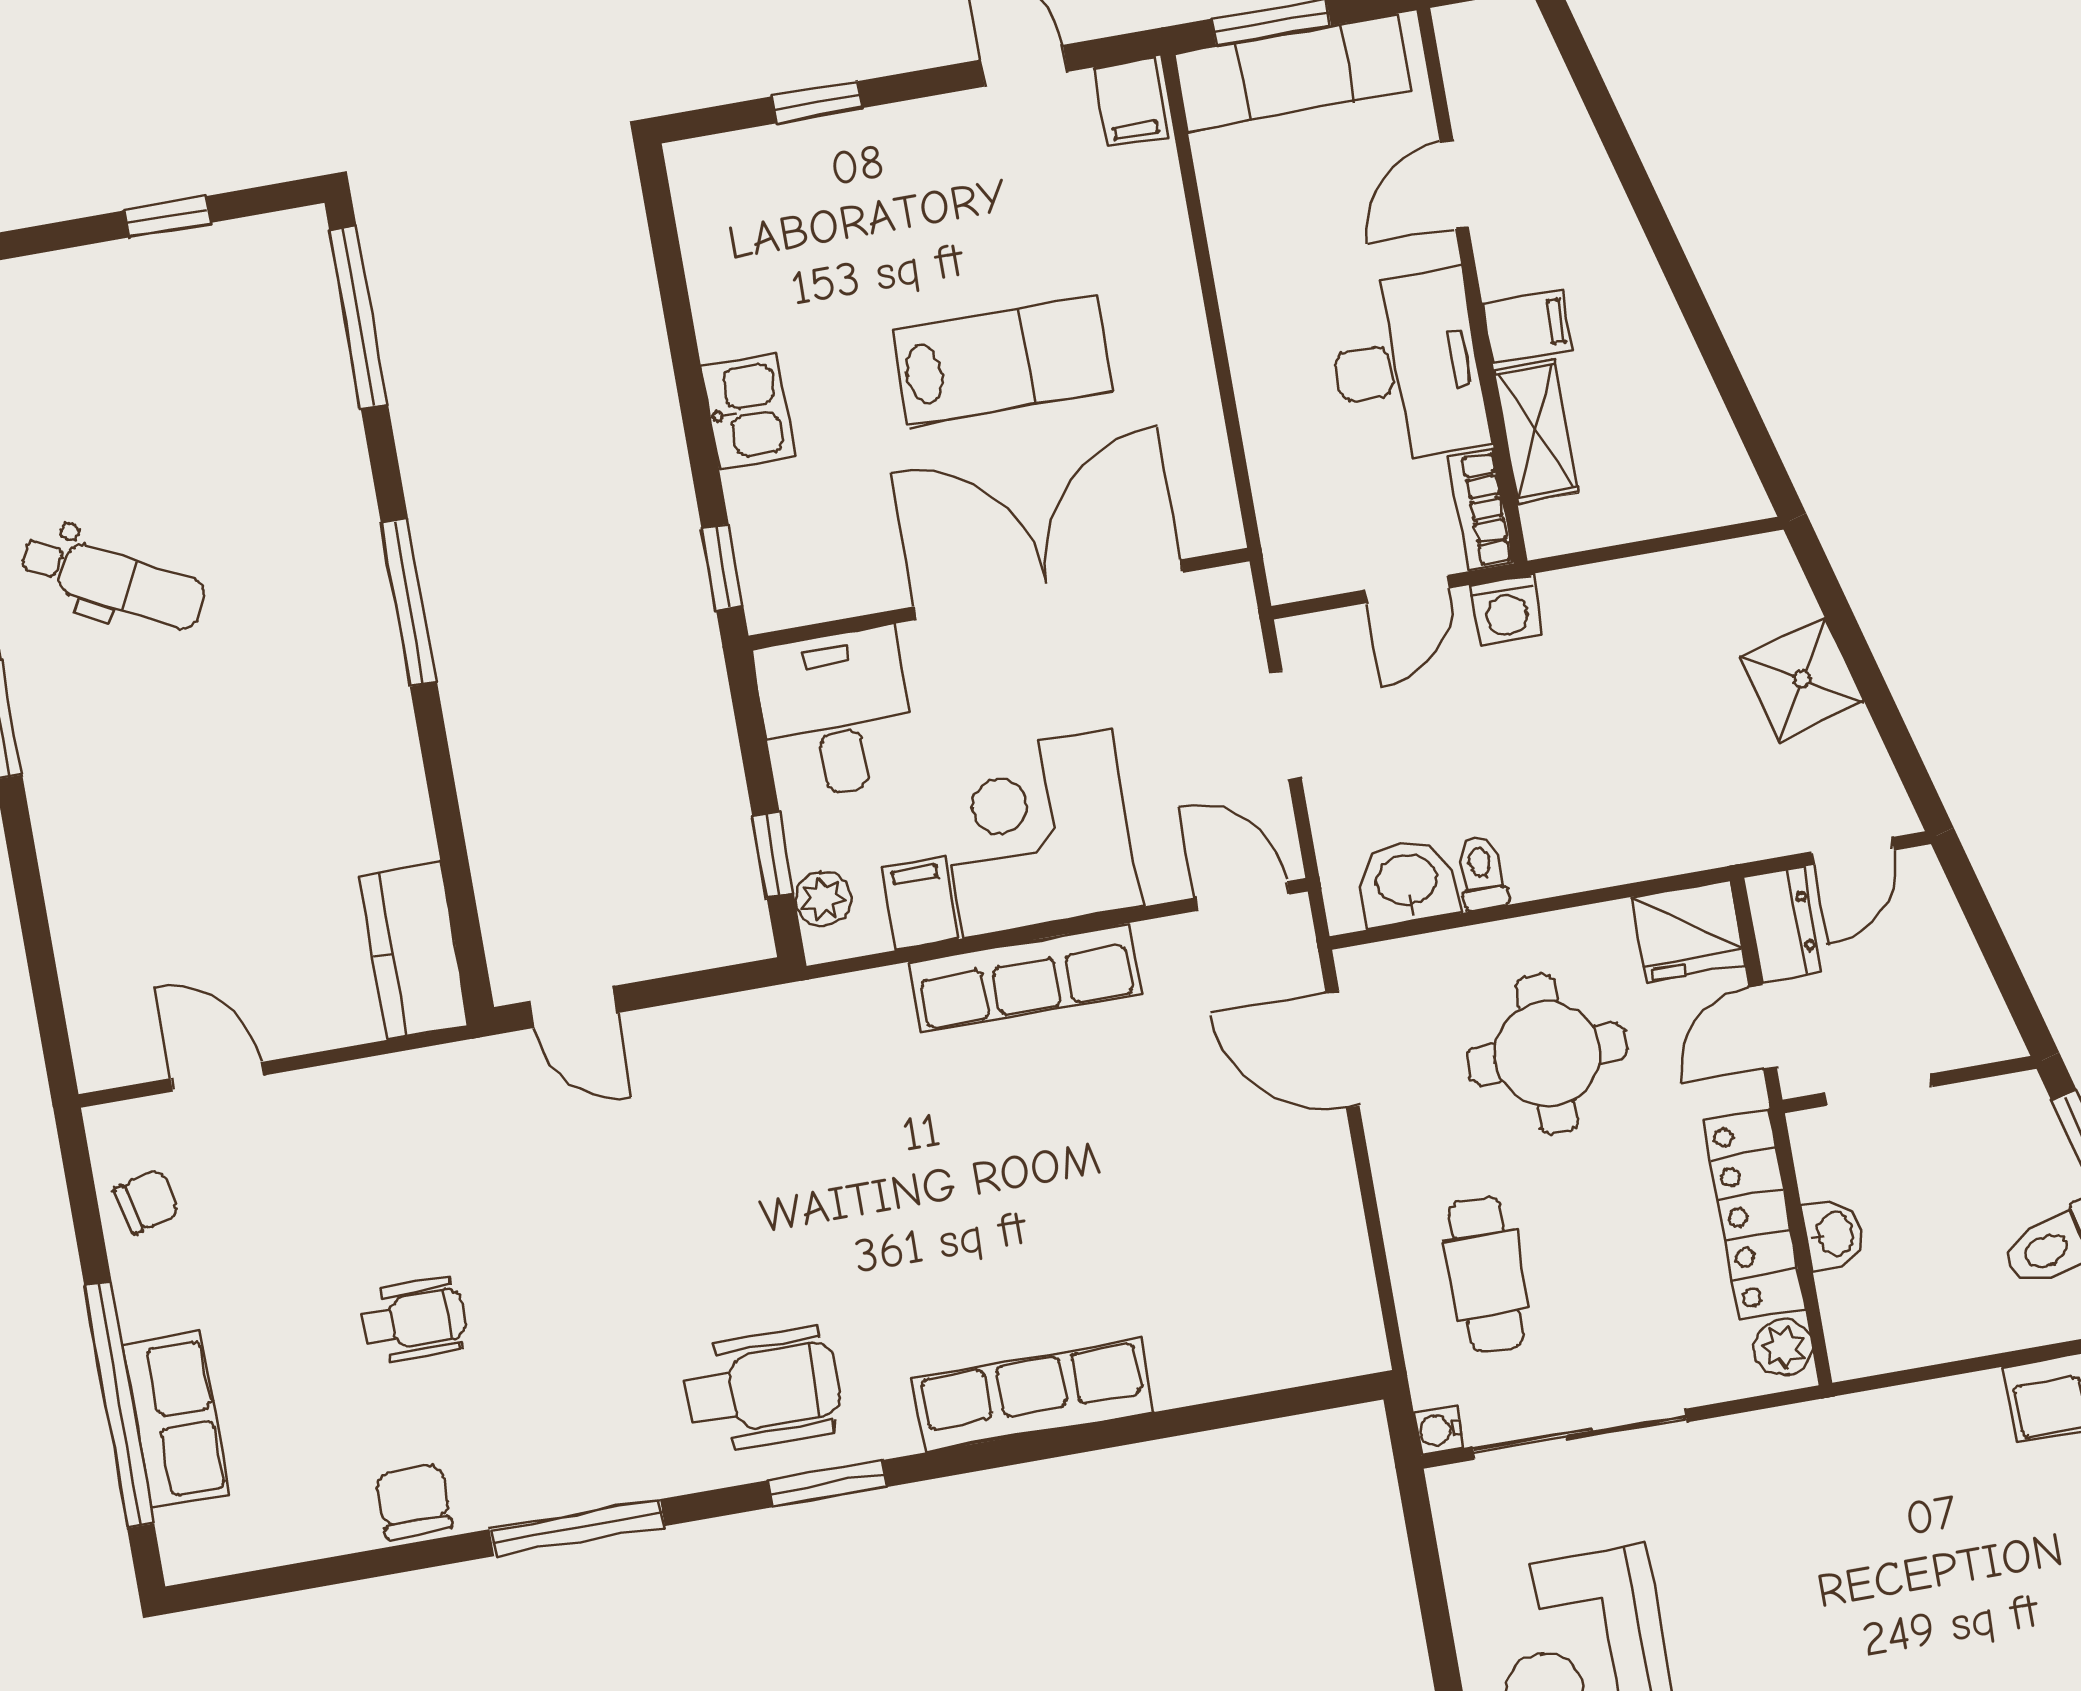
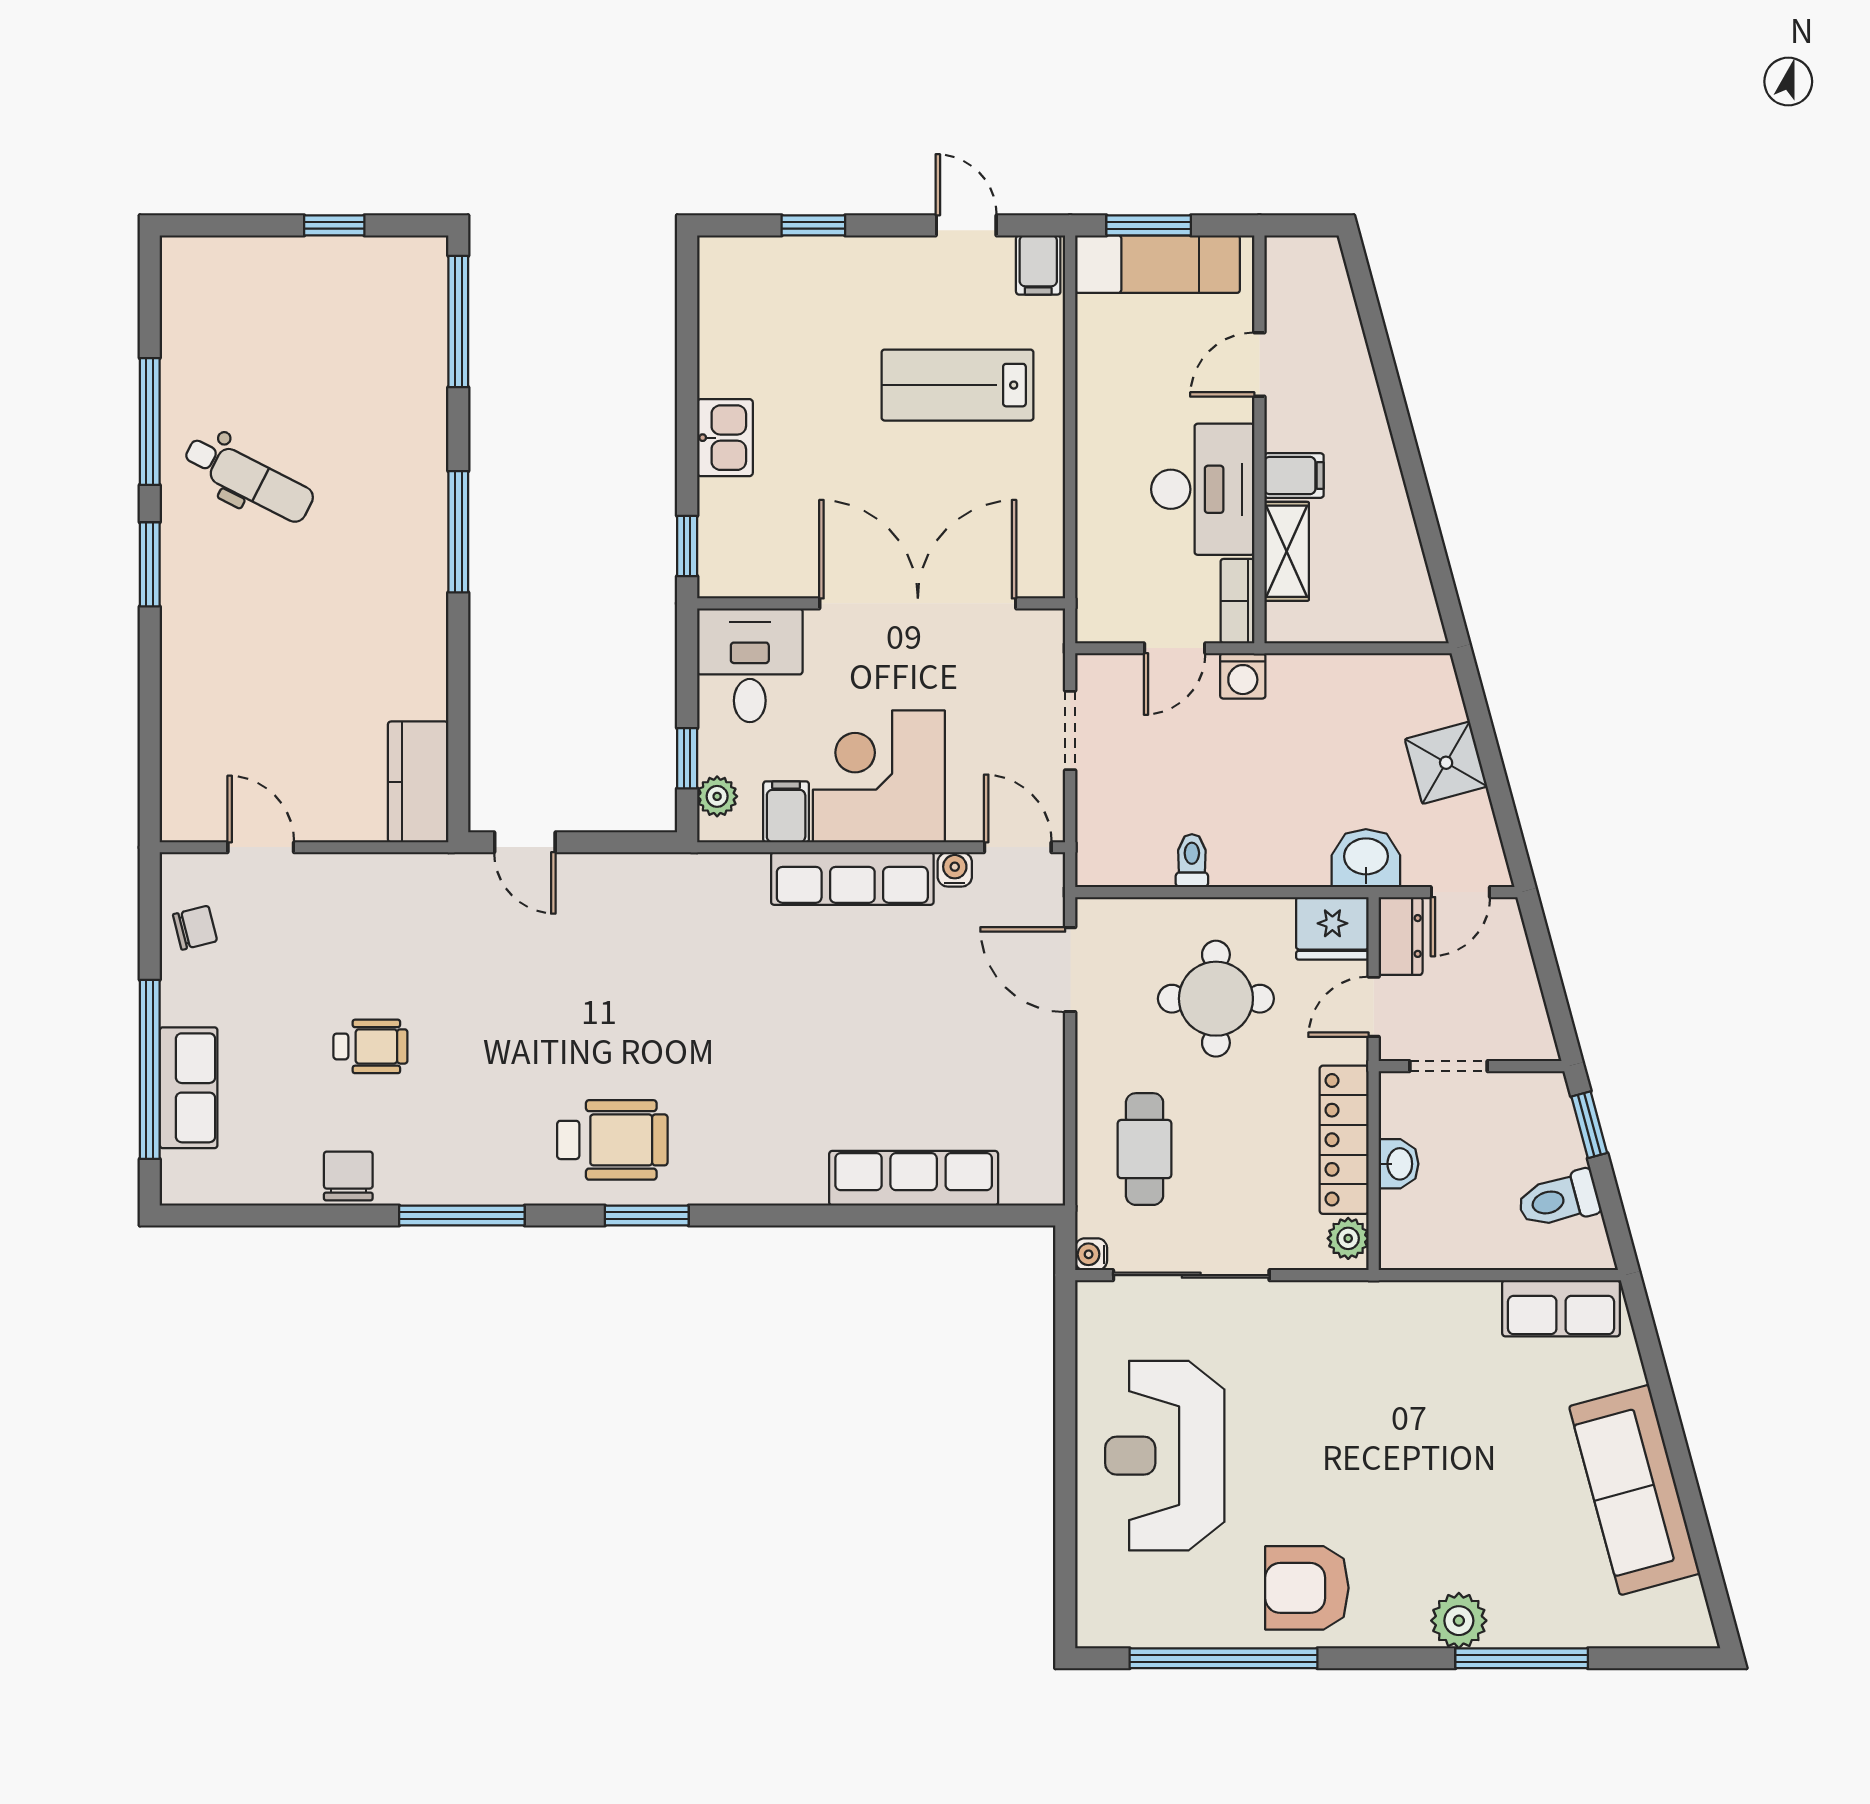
lab bench: (1003, 360) -> (957, 385), moved, turned 180
washbasin: (1407, 882) -> (1366, 858), moved
water cooler: (1162, 941) -> (955, 869), added
row of seats: (1033, 1395) -> (914, 1178), moved

